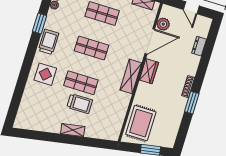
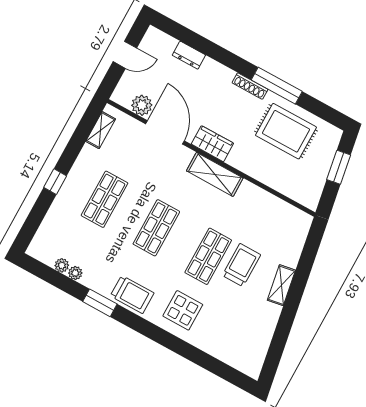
trolley: (49, 42) -> (132, 294), turned 180
window: (192, 103) -> (277, 86), width x1.44
rug: (141, 123) -> (286, 131), moved

